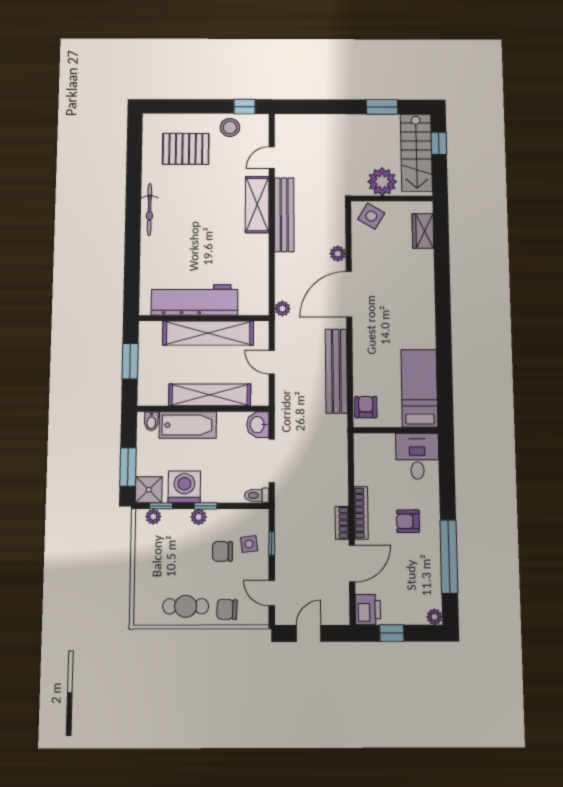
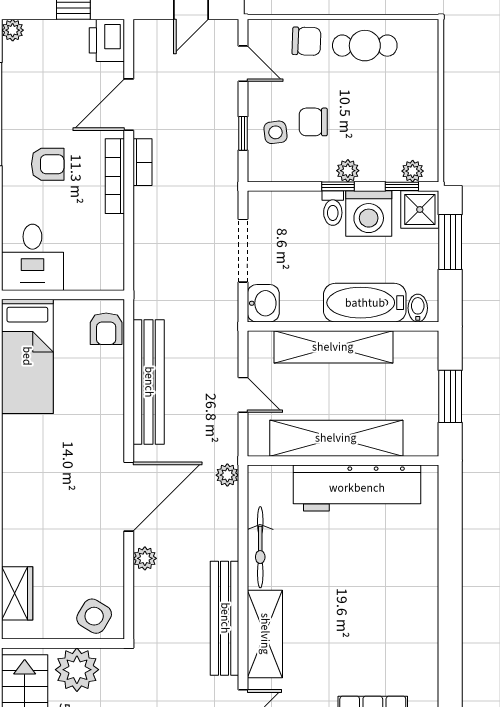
bicycle: (149, 209) -> (260, 547), moved, turned 180
toilet: (257, 495) -> (333, 208), moved, turned 90
chair: (222, 551) -> (313, 122), turned 180

